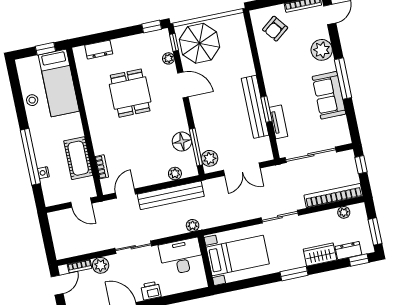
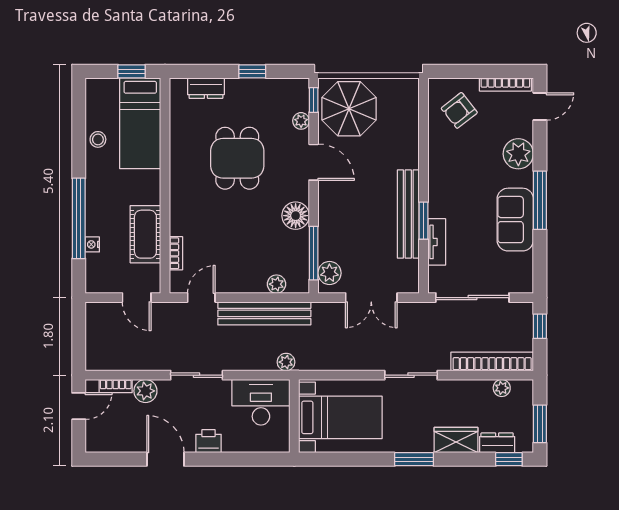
window: (152, 27) -> (252, 71), moved
floor lamp: (182, 142) -> (296, 216), moved

